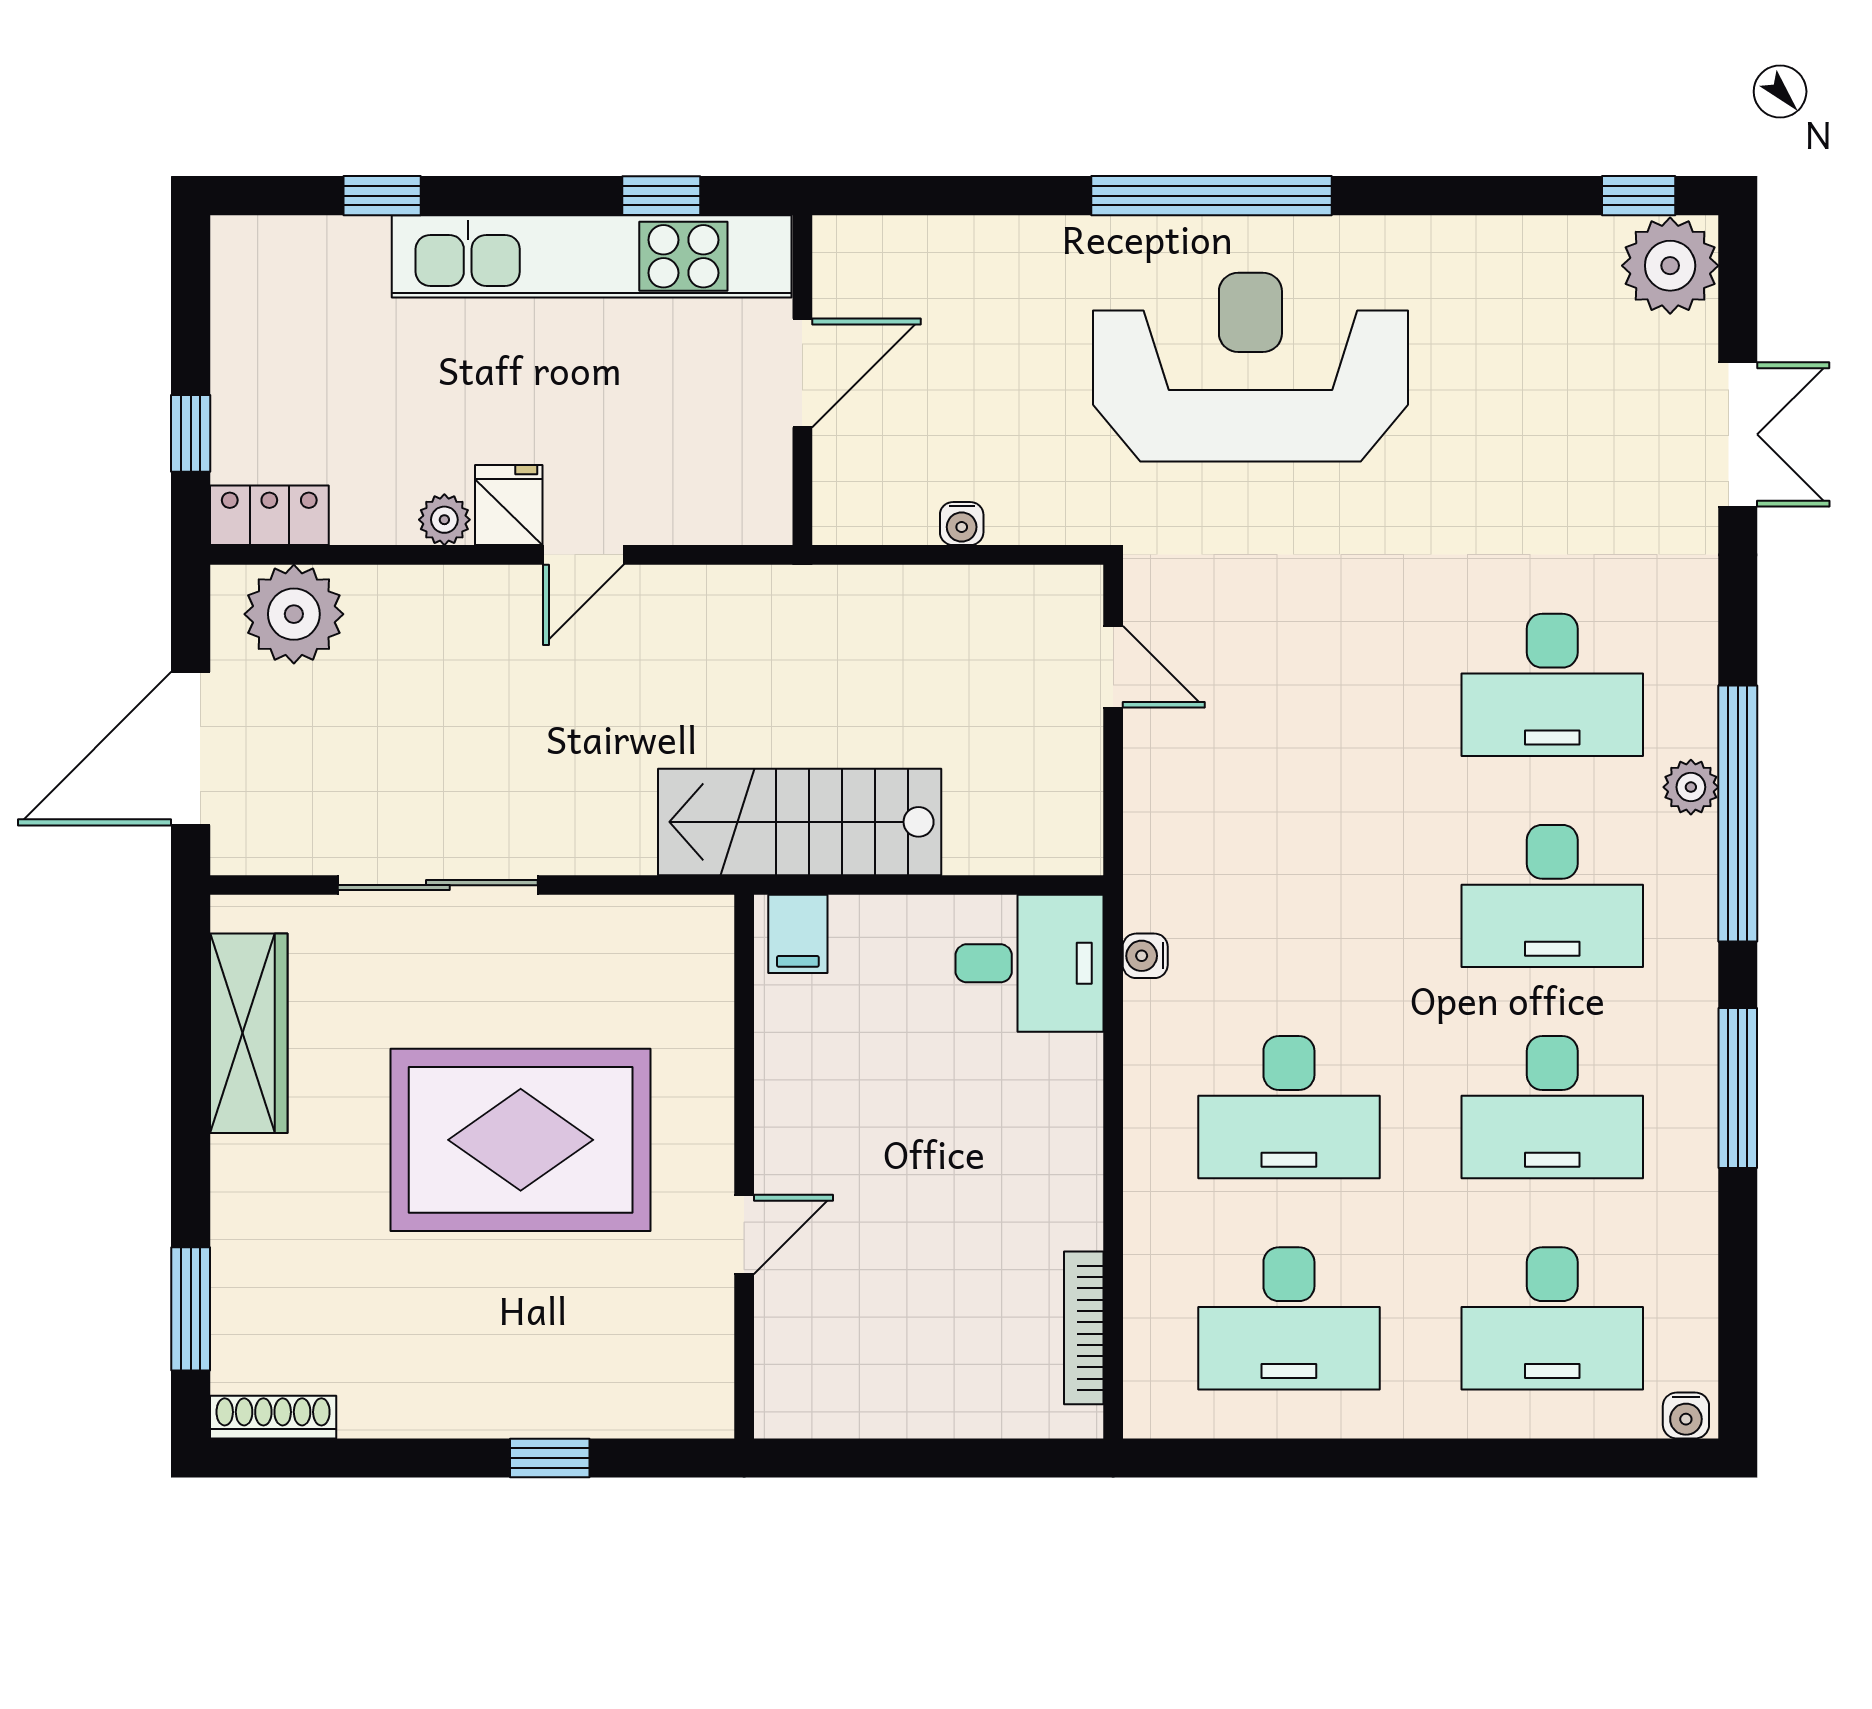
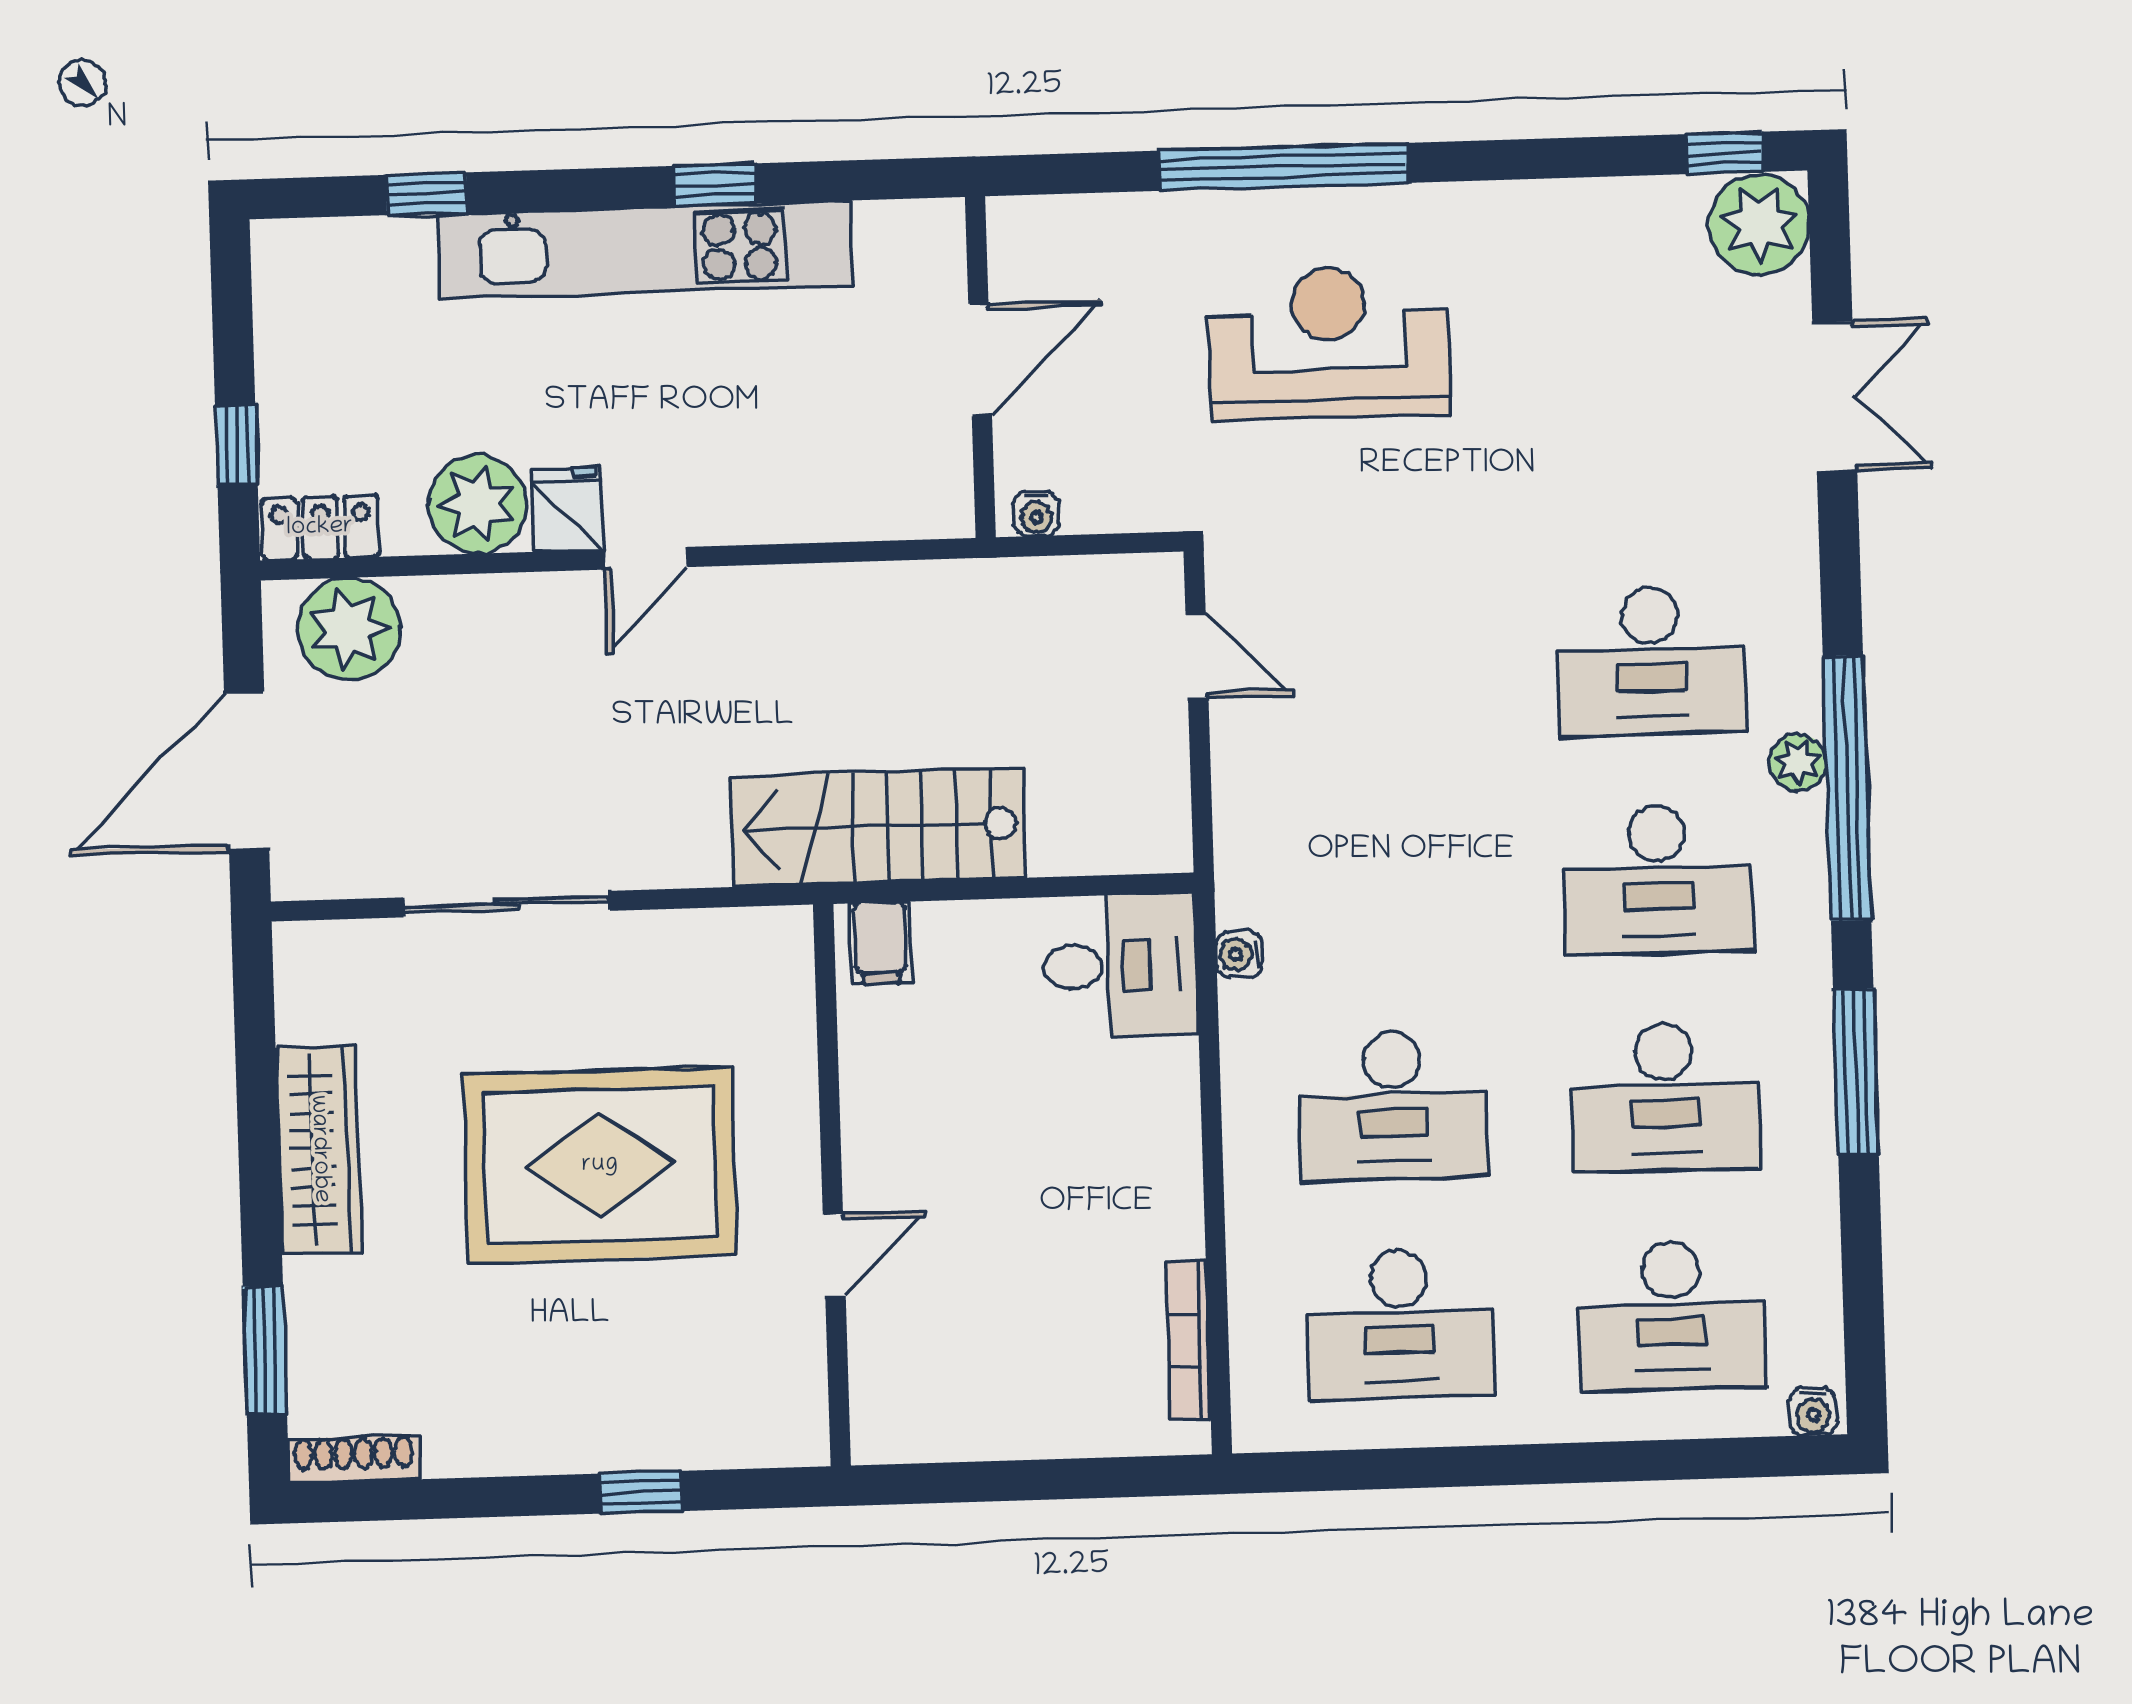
reception desk: (1250, 367) -> (1329, 343), width x0.74, depth x0.77
door: (802, 373) -> (980, 360), moved
wall: (802, 380) -> (980, 367), moved
plant: (444, 520) -> (478, 504), width x1.88, depth x1.88
wardrobe: (249, 1033) -> (319, 1149), moved

